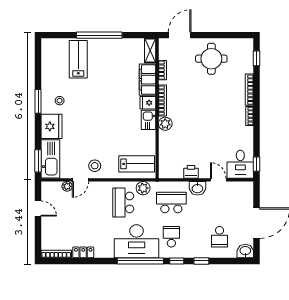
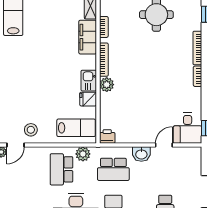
fridge: (148, 103) -> (88, 99), moved
printer: (191, 172) -> (107, 136), moved
door: (218, 180) -> (164, 145), hinge flipped
school desk: (171, 202) -> (113, 169), turned 180

